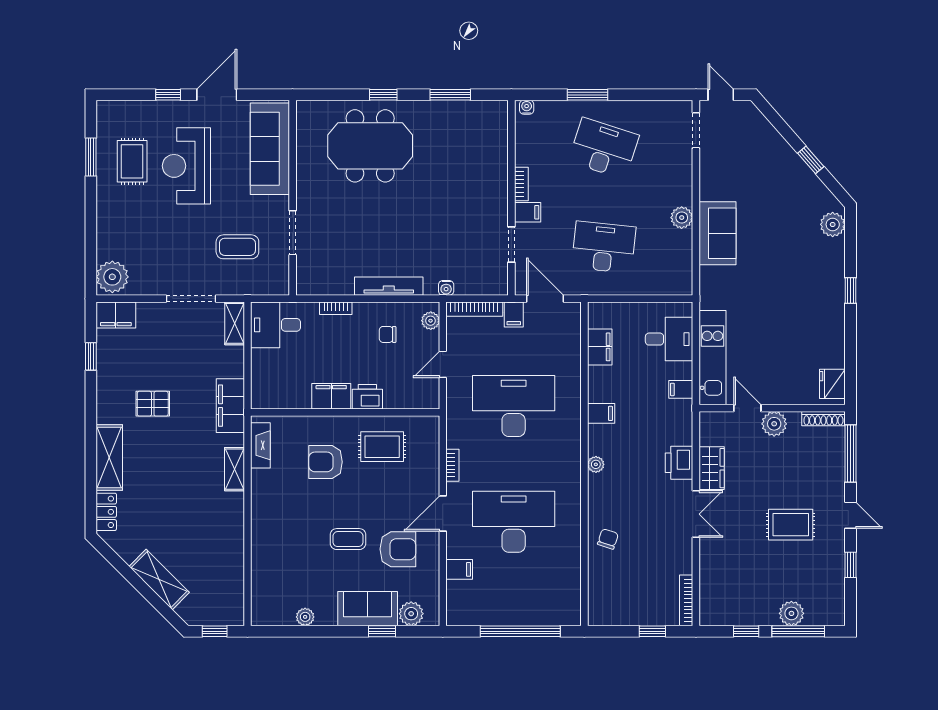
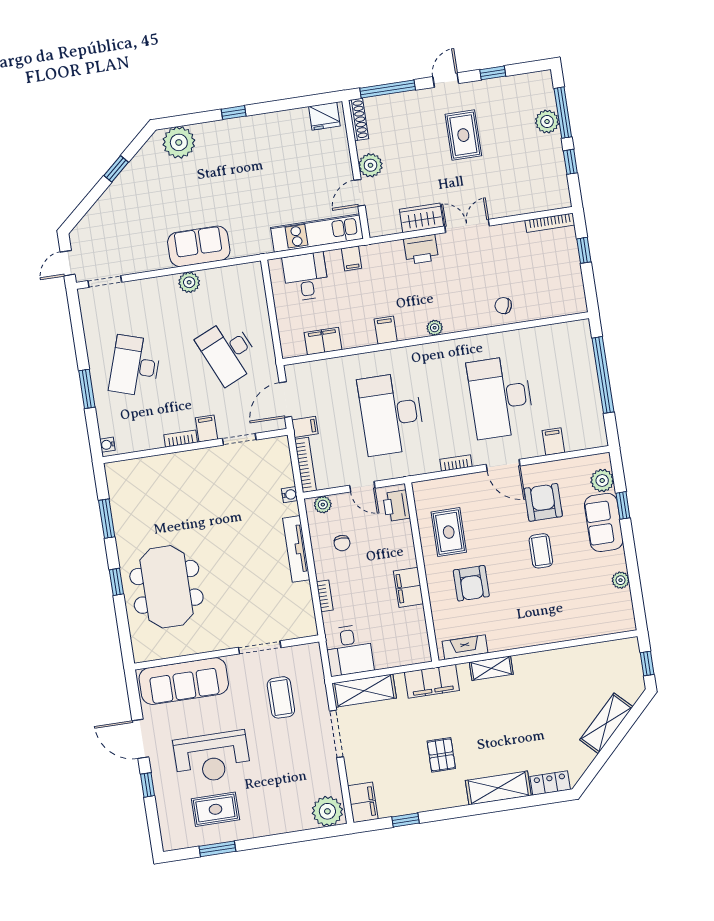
plant: (833, 224) -> (179, 142), width x1.36, depth x1.36
desk: (604, 247) -> (228, 352), turned -30
shelving: (235, 323) -> (364, 691), width x1.50, depth x1.33
printer: (367, 397) -> (396, 506), moved

